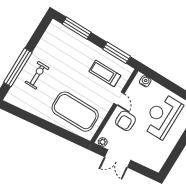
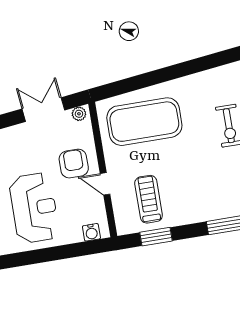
window: (117, 53) -> (156, 237), width x0.69
treadmill: (105, 73) -> (149, 199), turned -90

